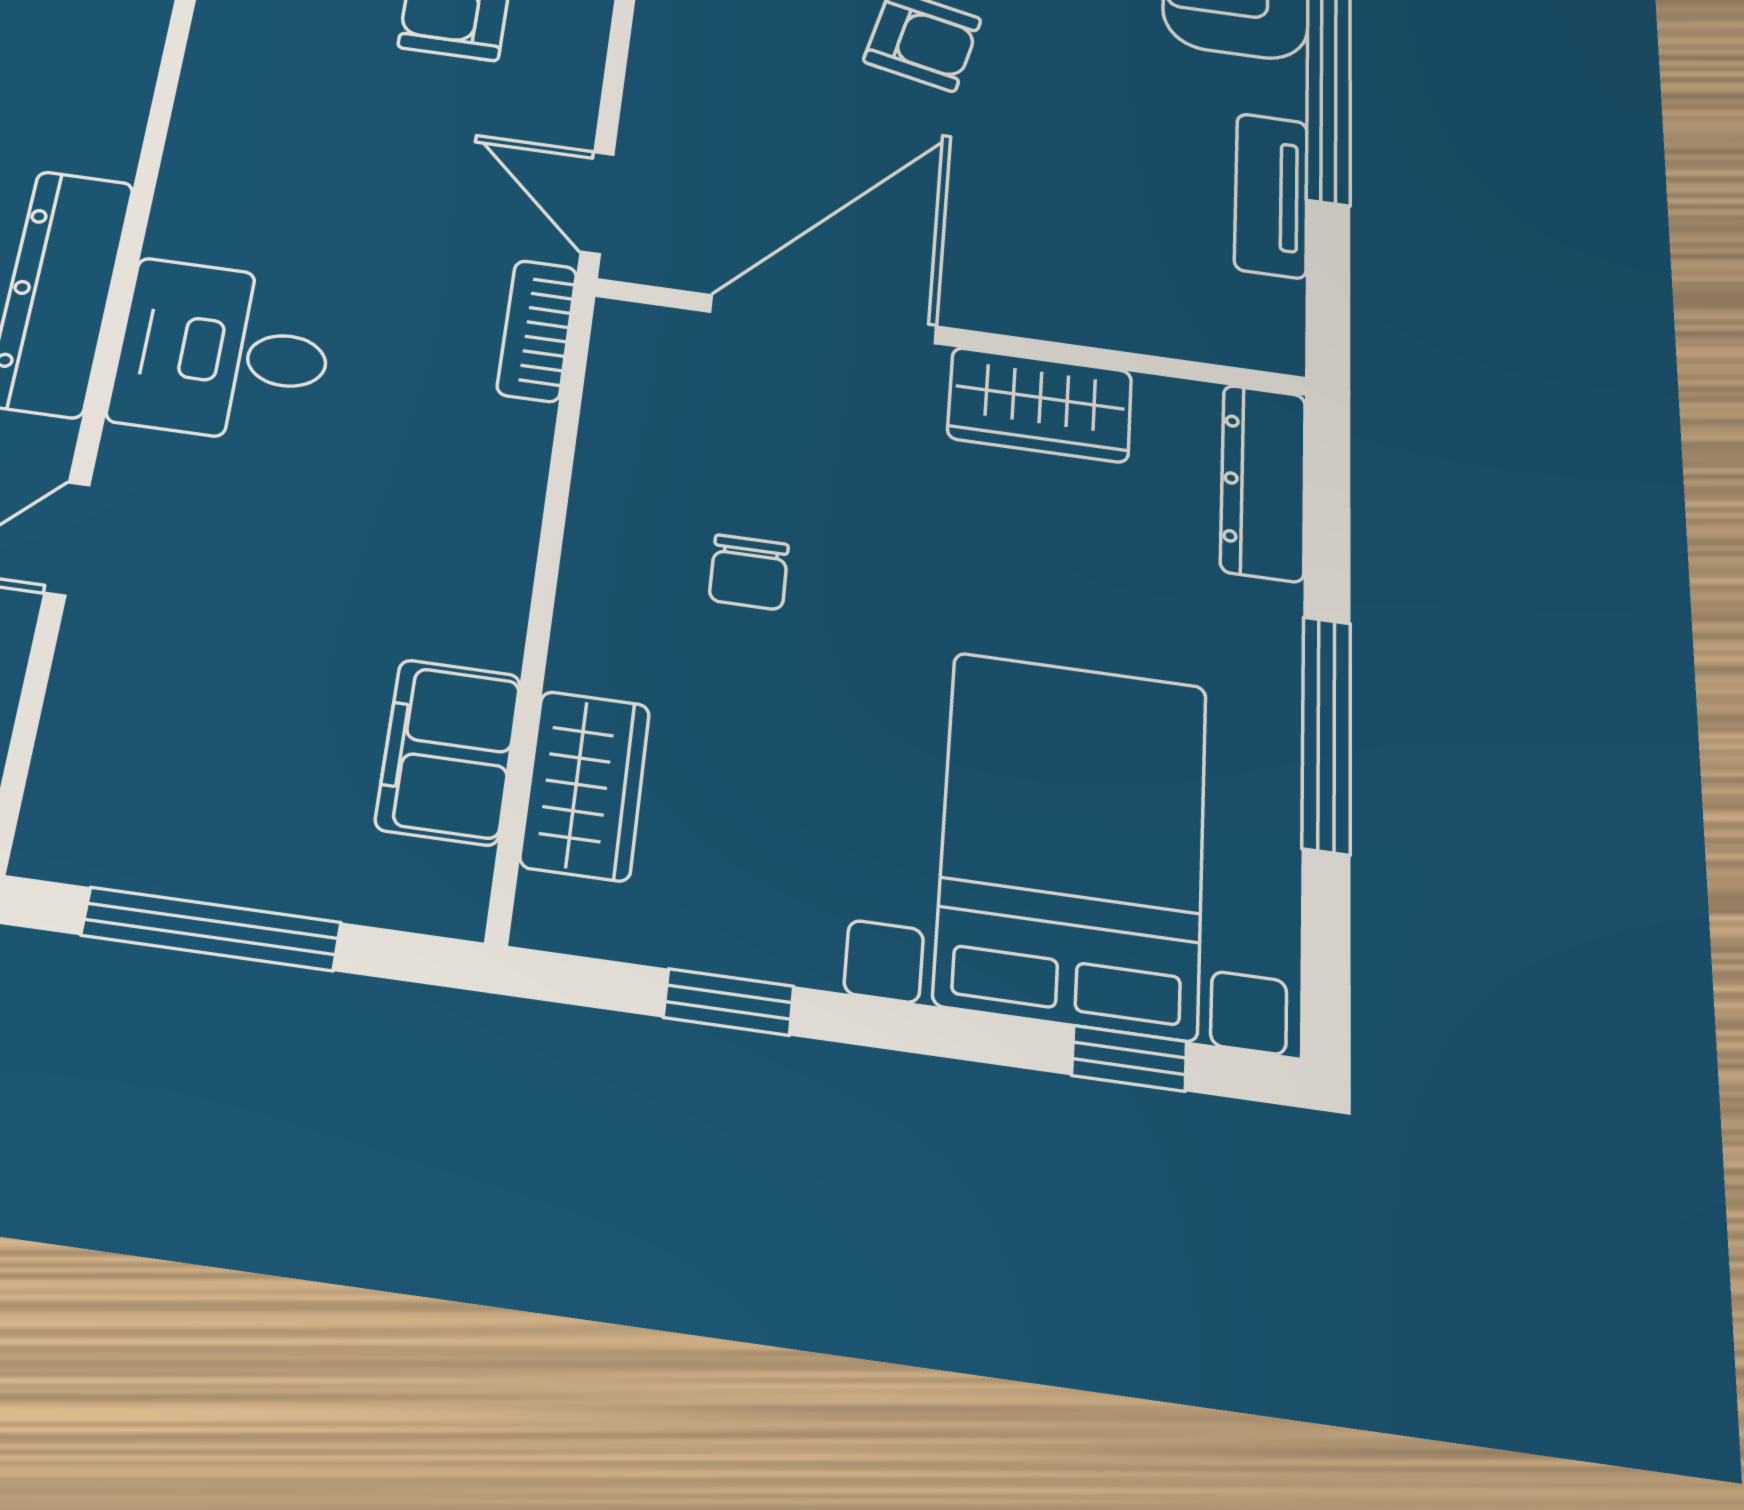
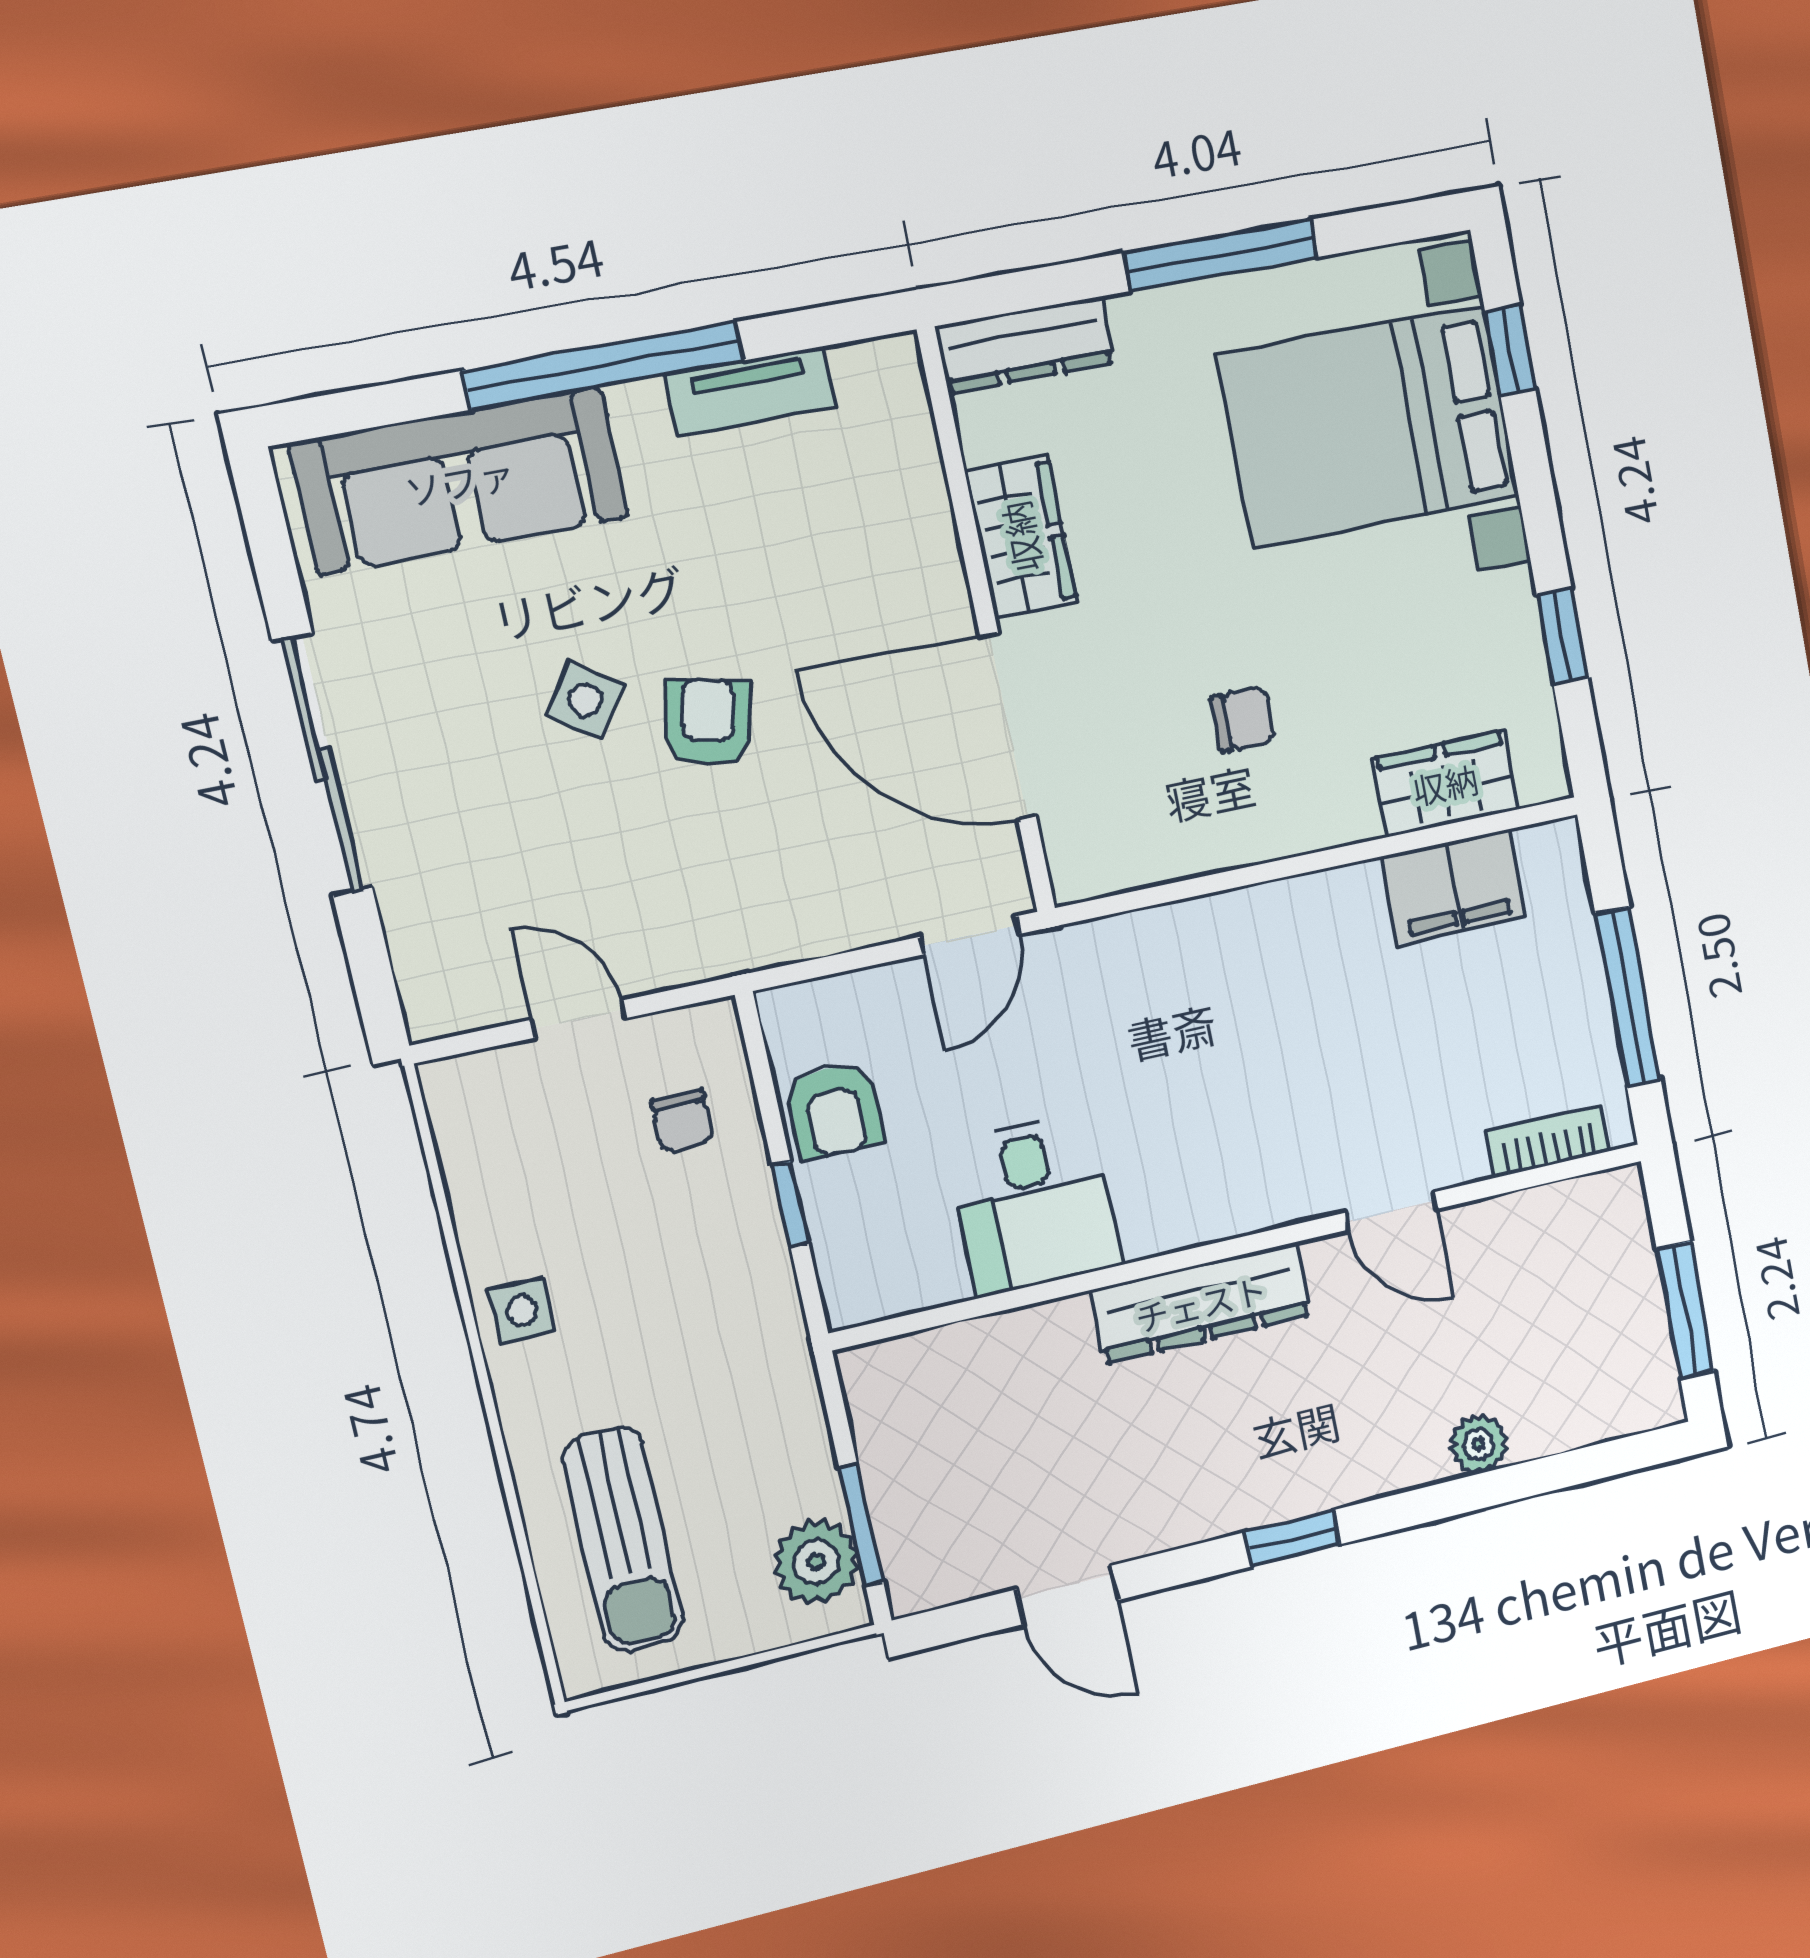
bookcase: (537, 331) -> (1548, 1141), moved, turned 180
desk: (224, 352) -> (1034, 1204), moved

